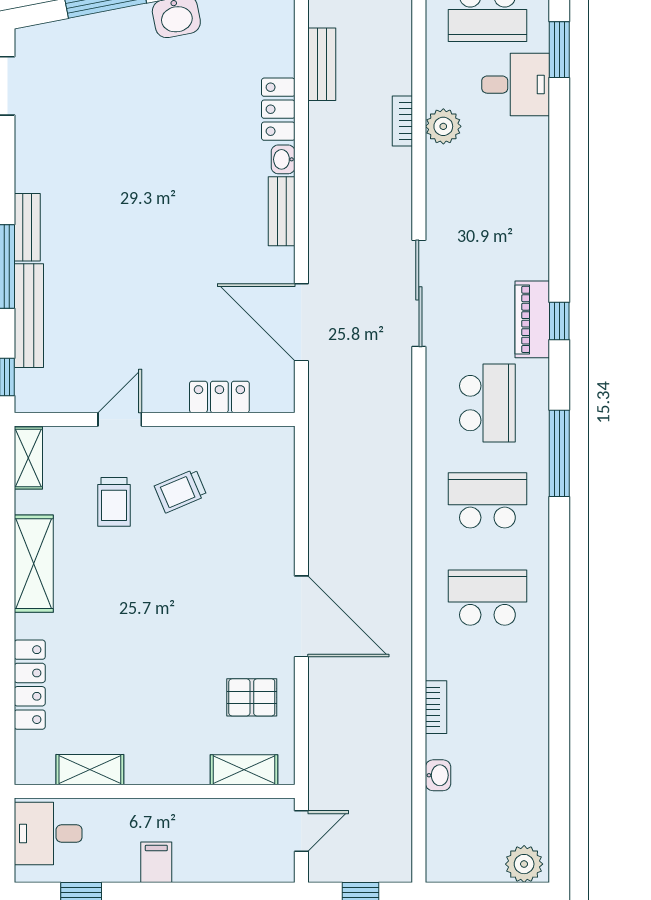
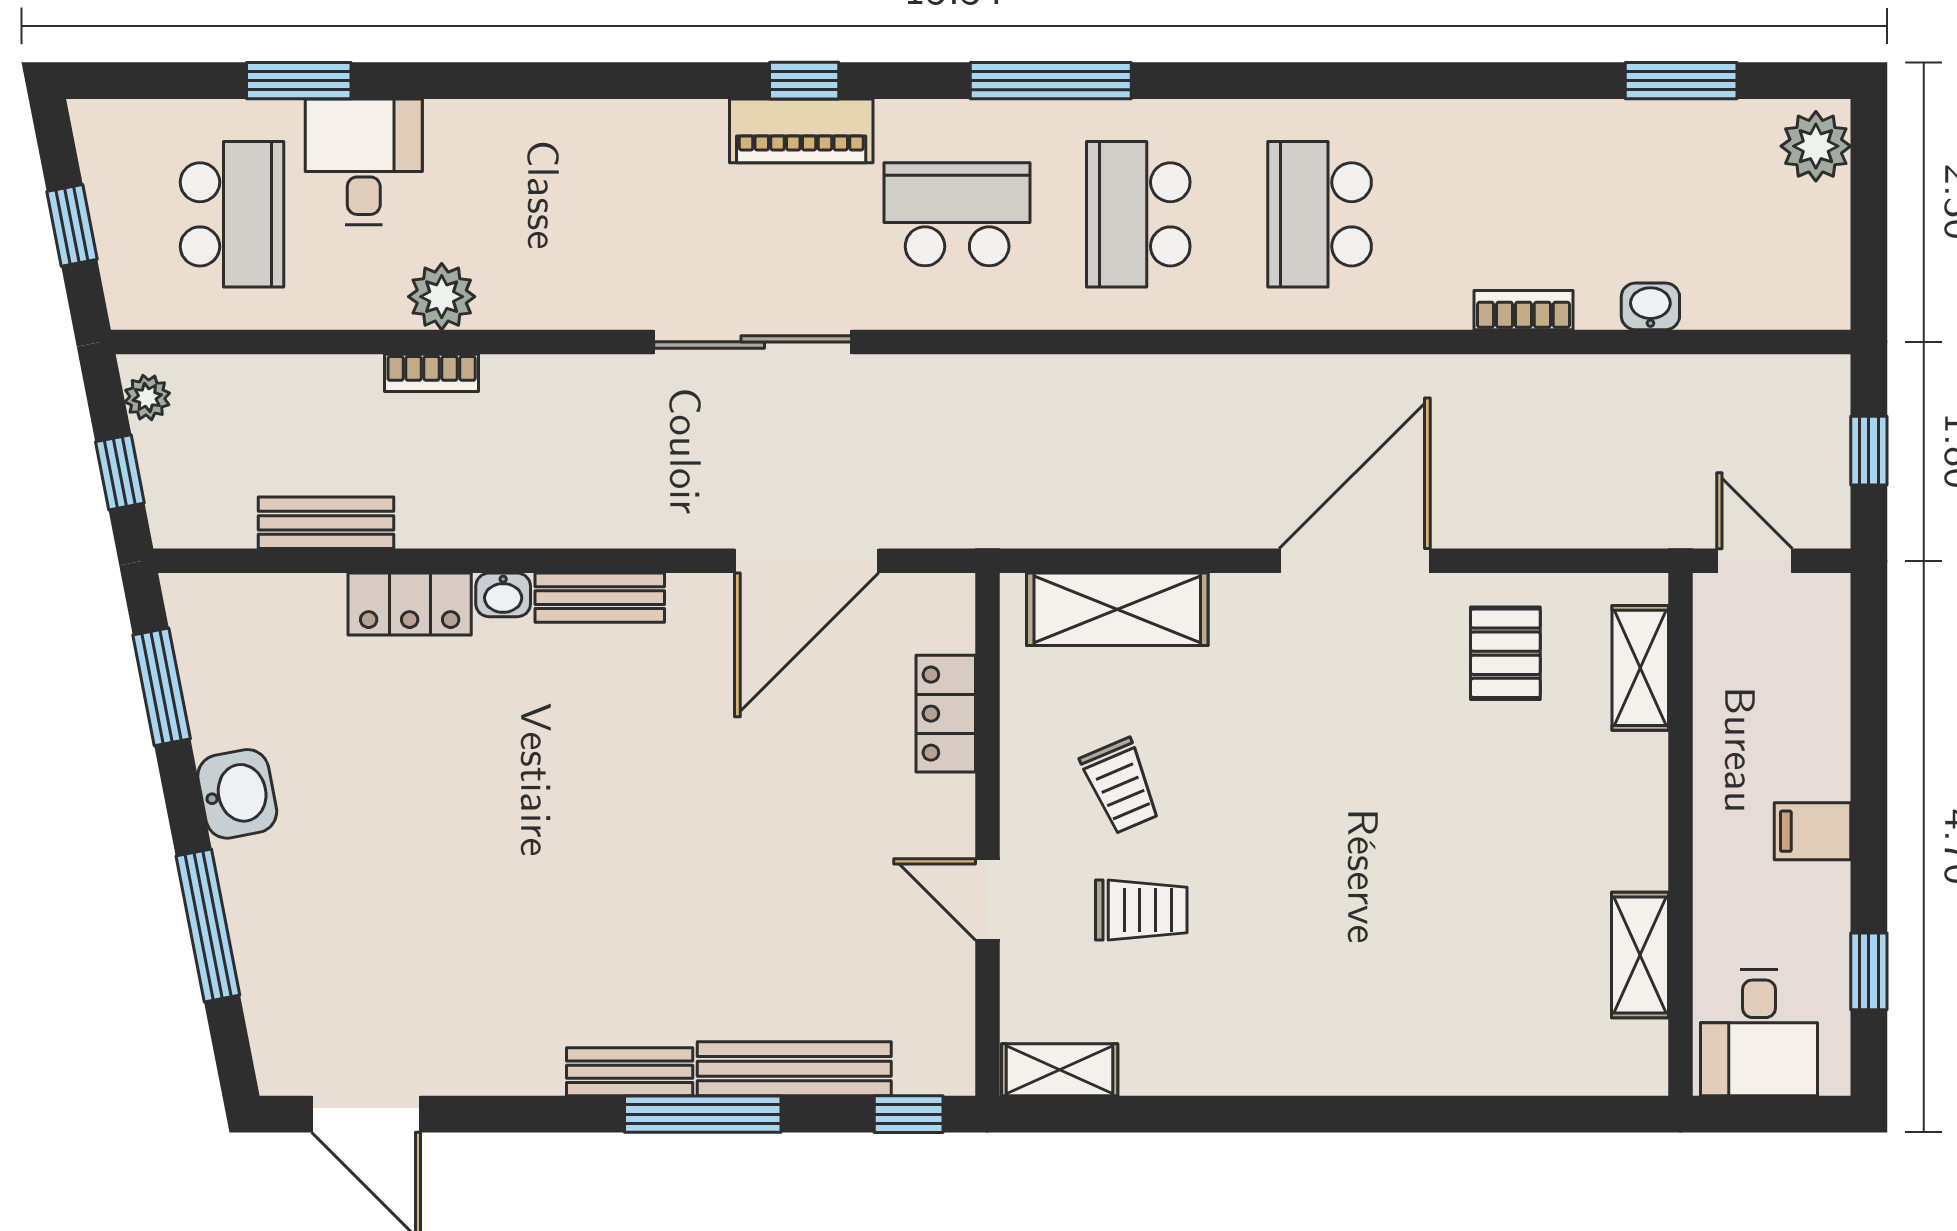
shelving: (34, 564) -> (1117, 609), moved
locker: (30, 685) -> (1482, 1067), removed
window: (559, 792) -> (1681, 81), added

